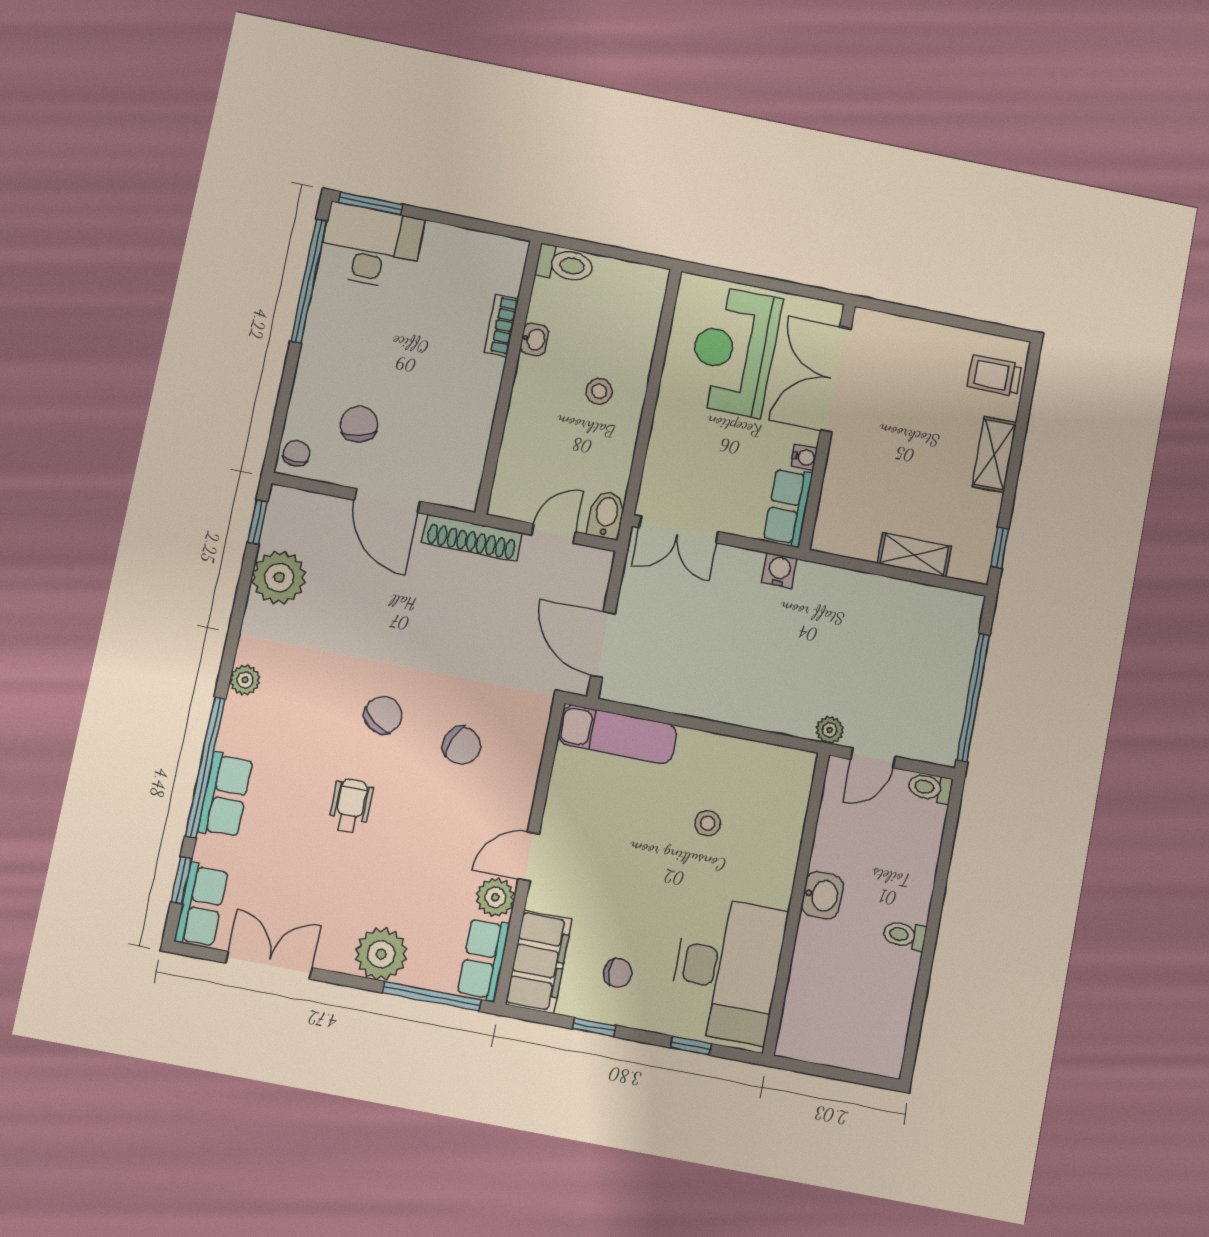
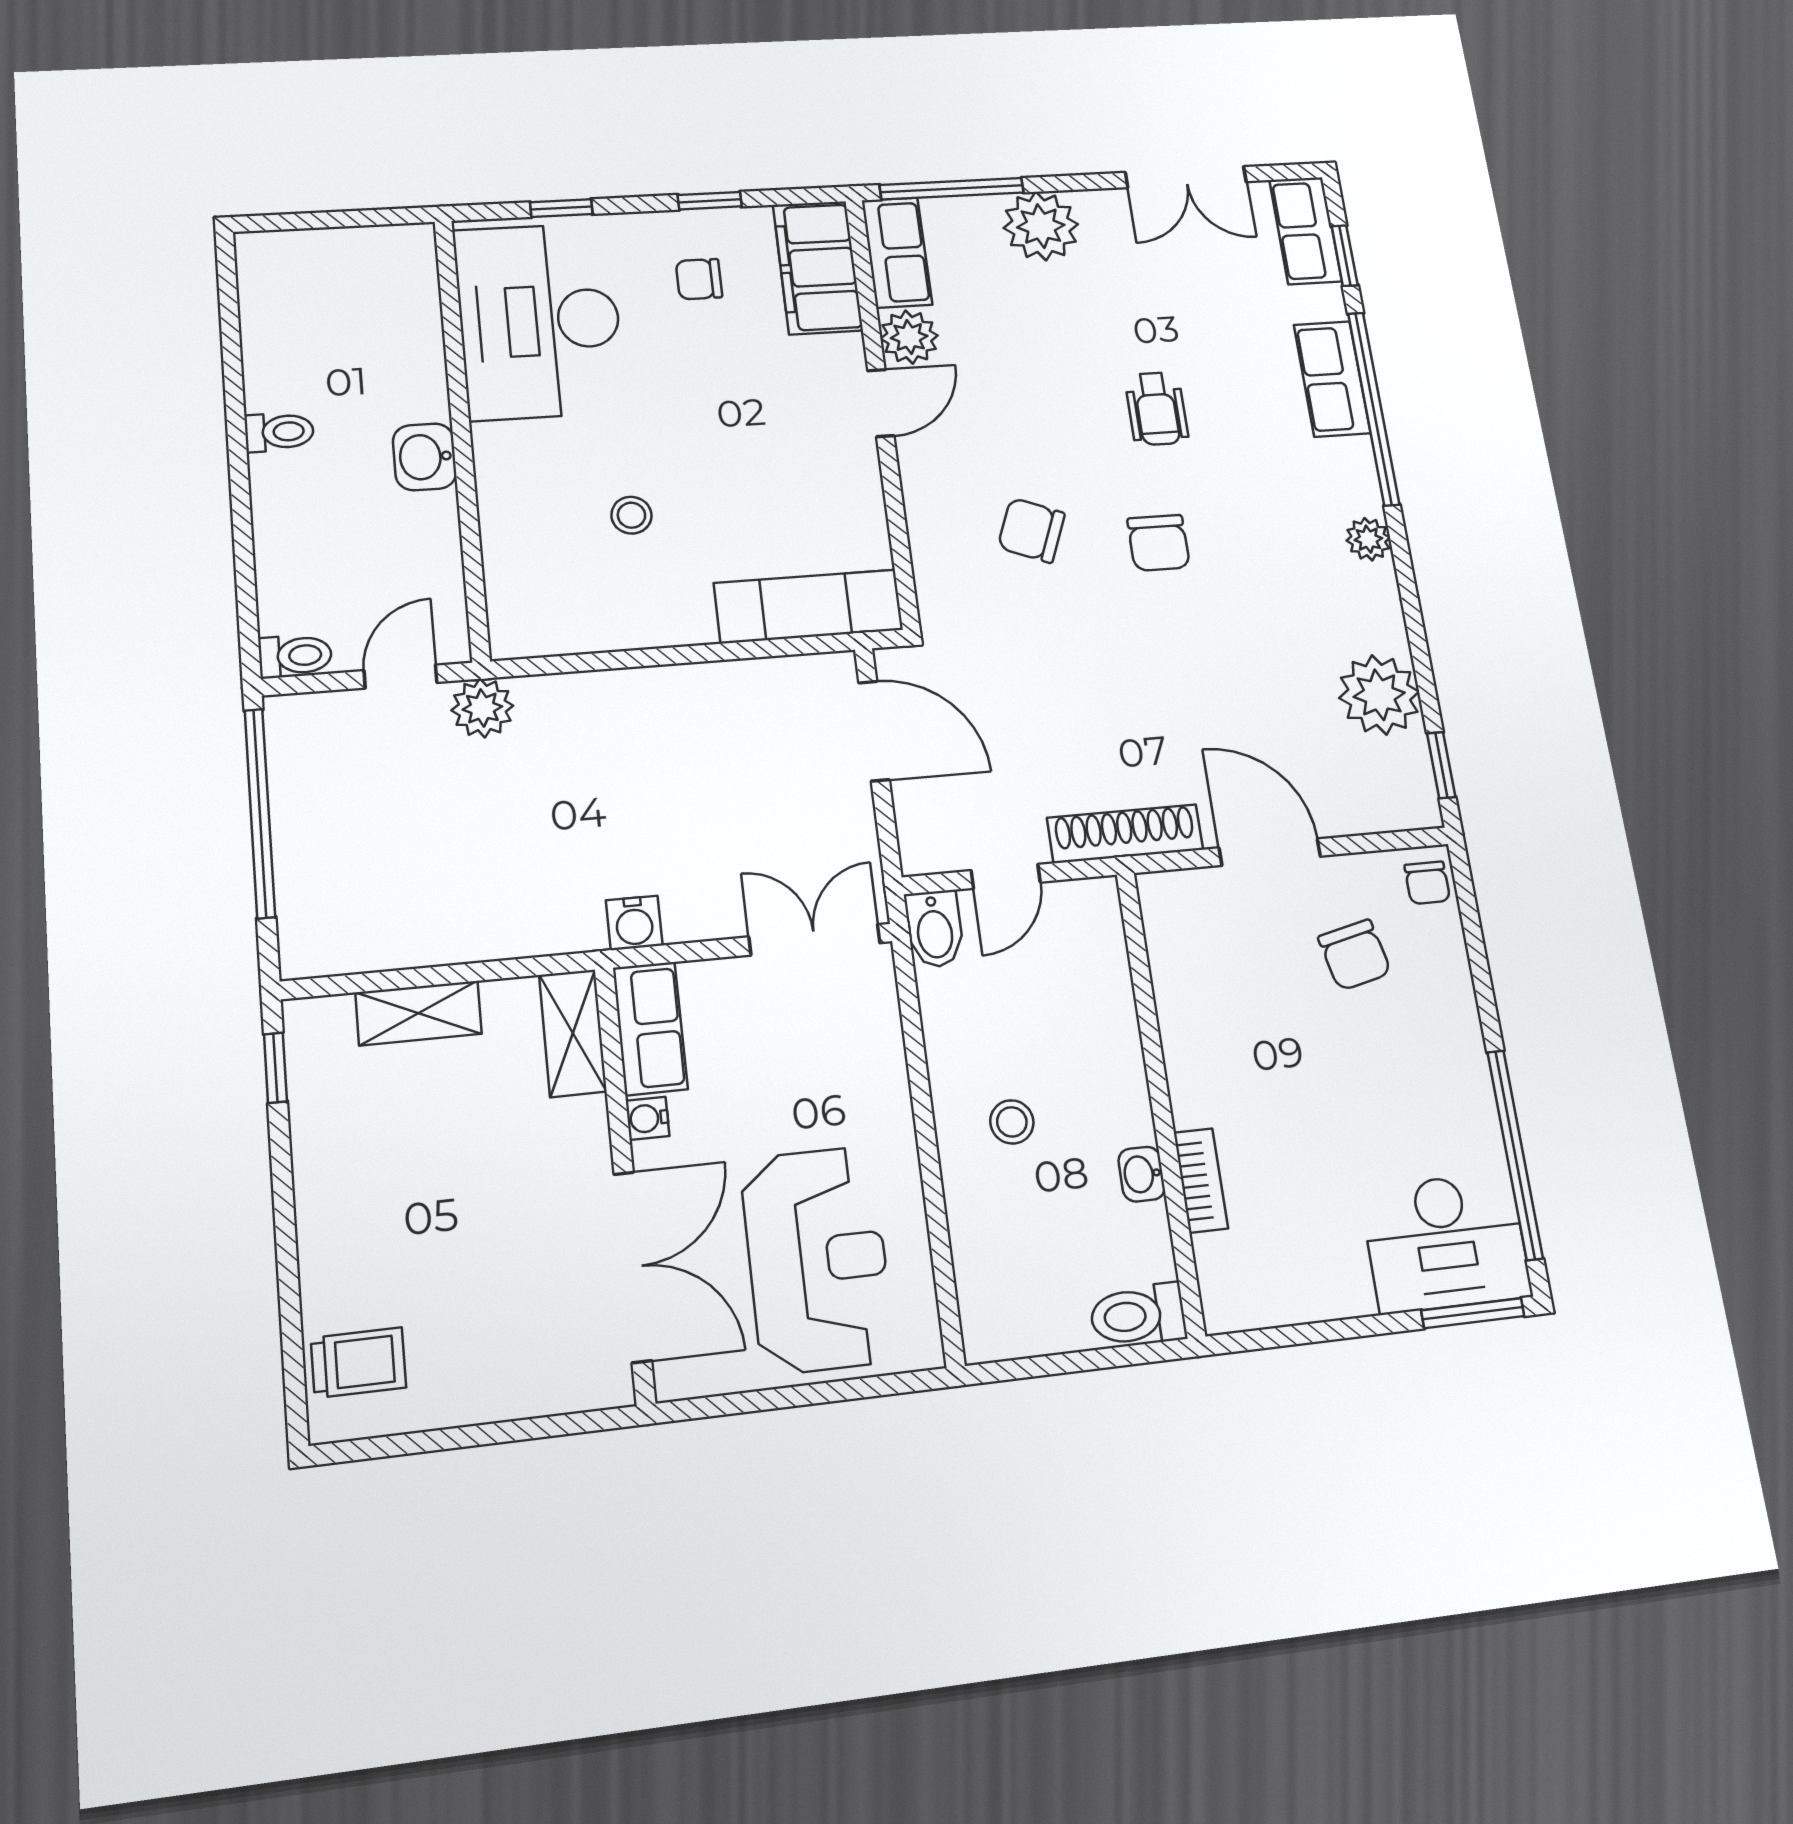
shelving: (994, 455) -> (573, 1033), moved
chair: (383, 715) -> (1159, 543), turned -36
plant: (830, 730) -> (482, 708), width x1.38, depth x1.38

